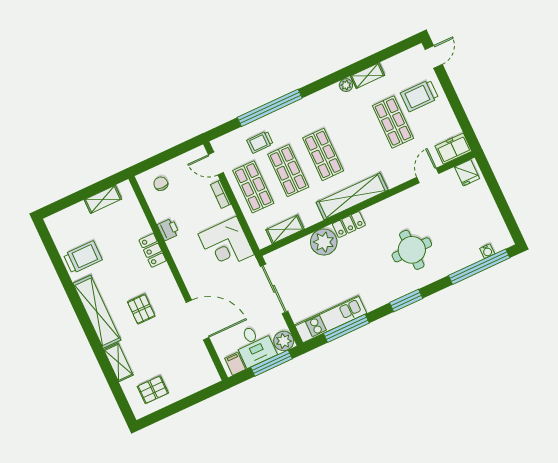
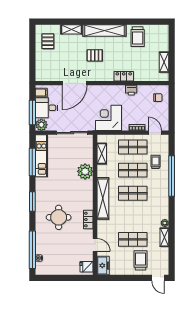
door: (216, 164) -> (155, 133), hinge flipped
locker: (349, 224) -> (88, 220), moved

